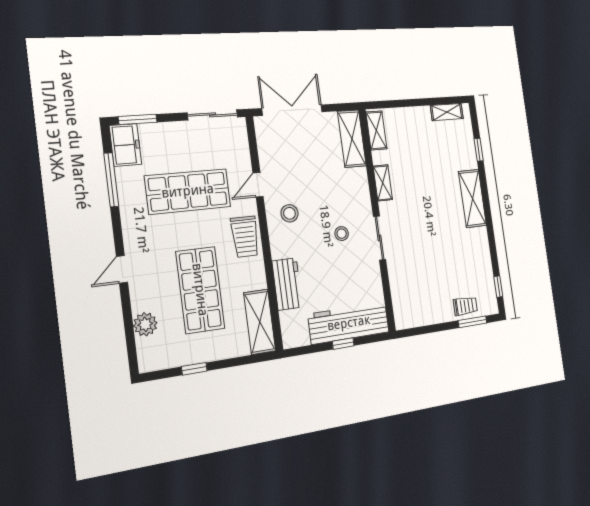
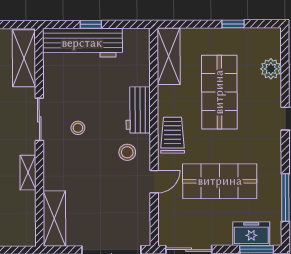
shelving: (376, 130) -> (24, 58), moved, width x1.50, depth x1.33
freezer: (125, 145) -> (251, 234), moved, turned 90
workbench: (287, 284) -> (138, 110), moved

